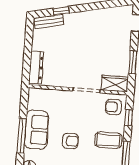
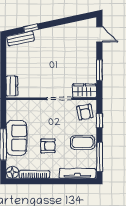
dresser: (36, 68) -> (12, 86), width x0.70
armchair: (113, 107) -> (85, 112), turned -101

